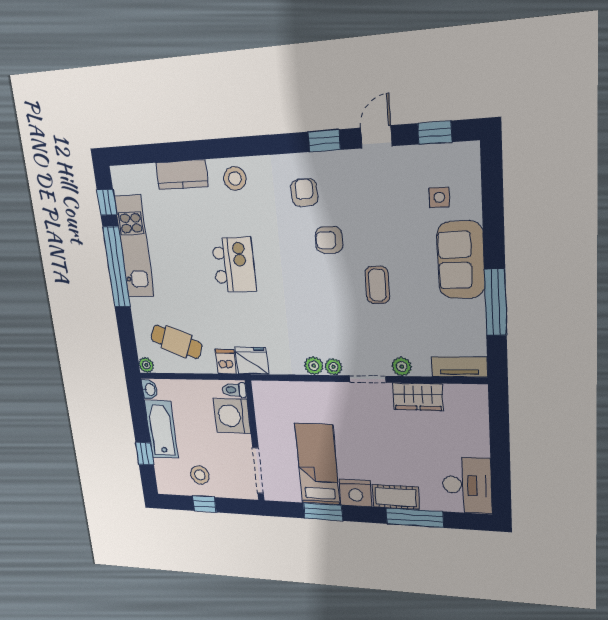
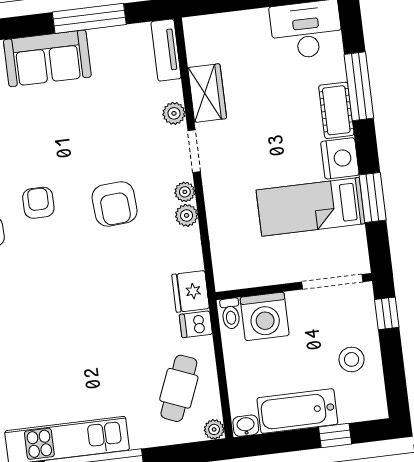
armchair: (329, 240) -> (38, 203), turned 180
kitchen island: (234, 265) -> (77, 314), removed
coffee table: (377, 285) -> (84, 146), removed
armchair: (326, 307) -> (115, 204), added
window: (204, 504) -> (387, 313), moved

